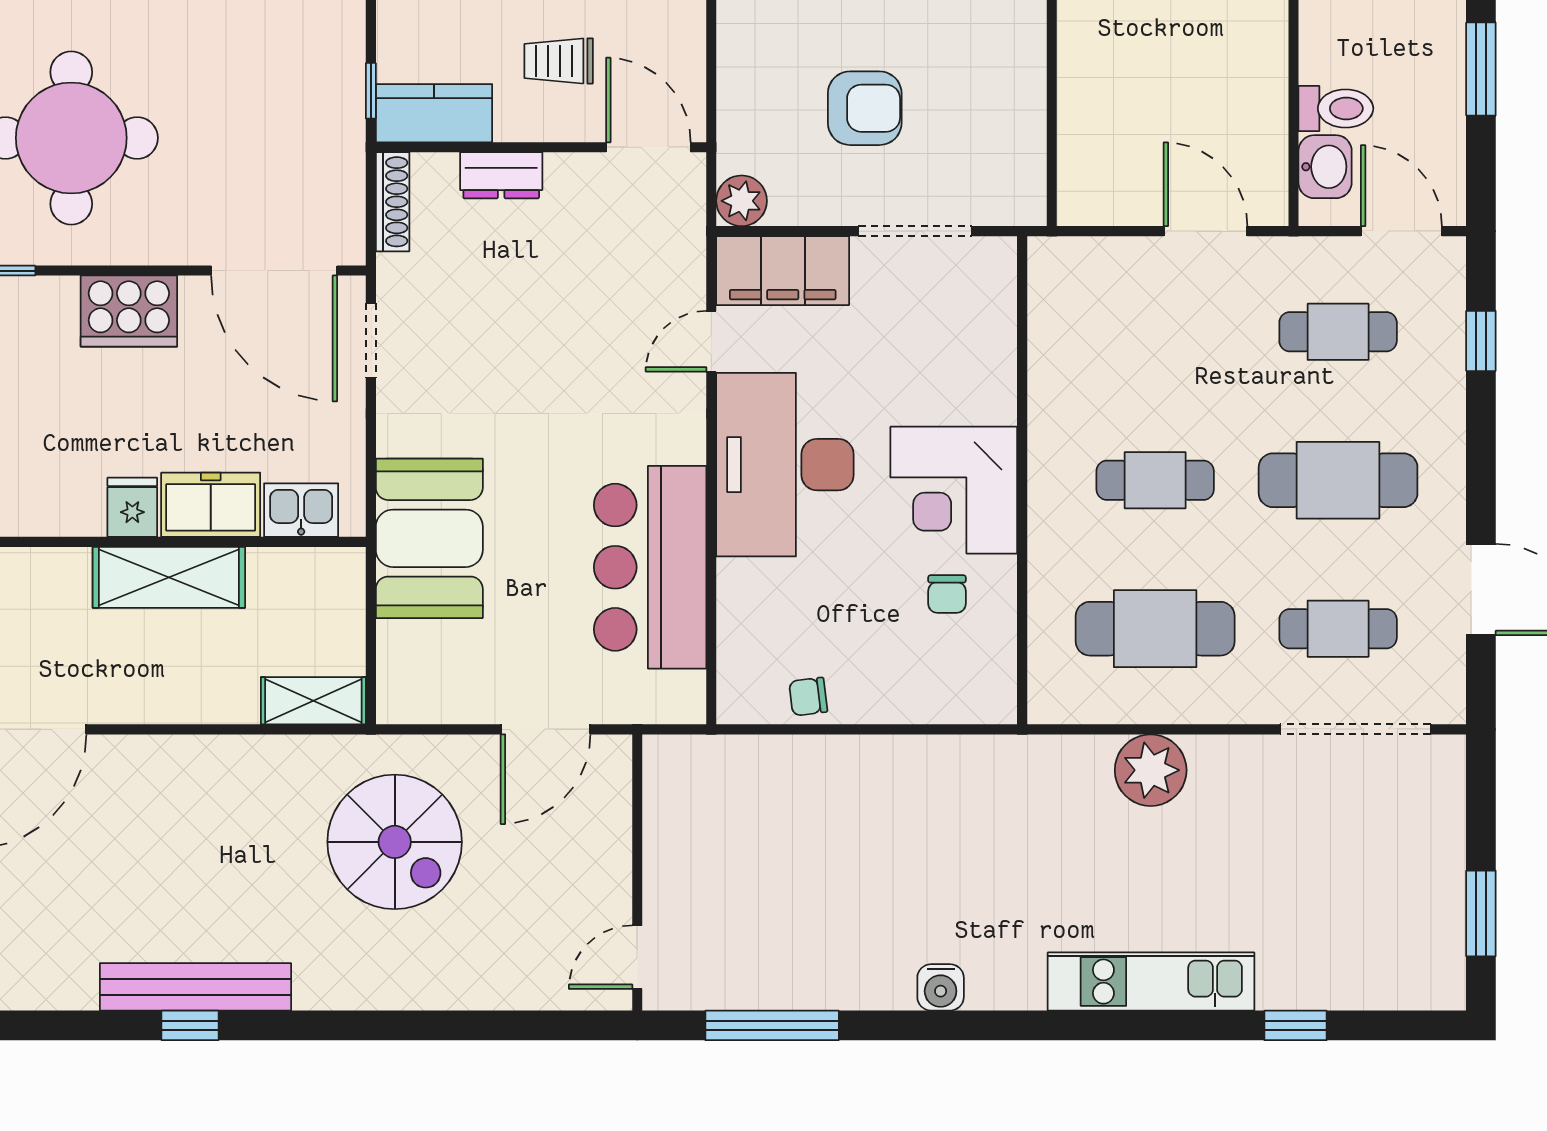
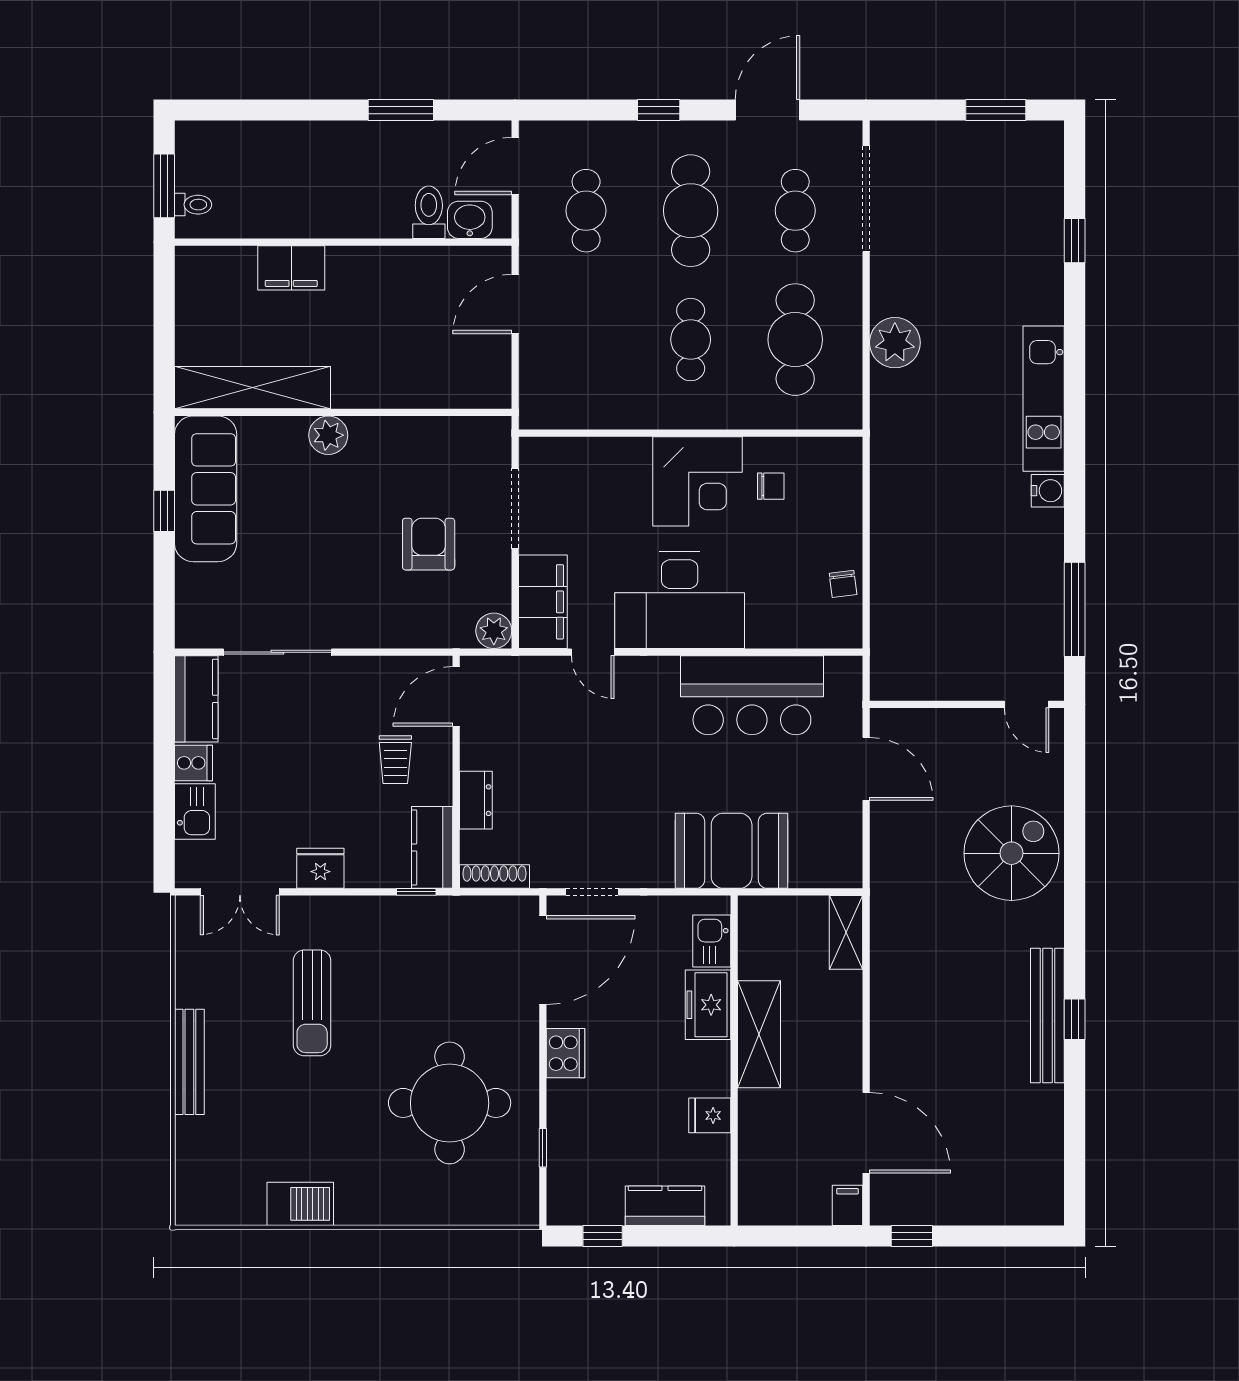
cooker: (129, 311) -> (566, 1053), width x0.73, depth x0.76
window: (1481, 341) -> (659, 110), moved
fridge: (132, 507) -> (710, 1115), moved
spiral stairs: (395, 842) -> (1012, 853), moved
kitchen unit: (1151, 982) -> (1044, 399), moved

